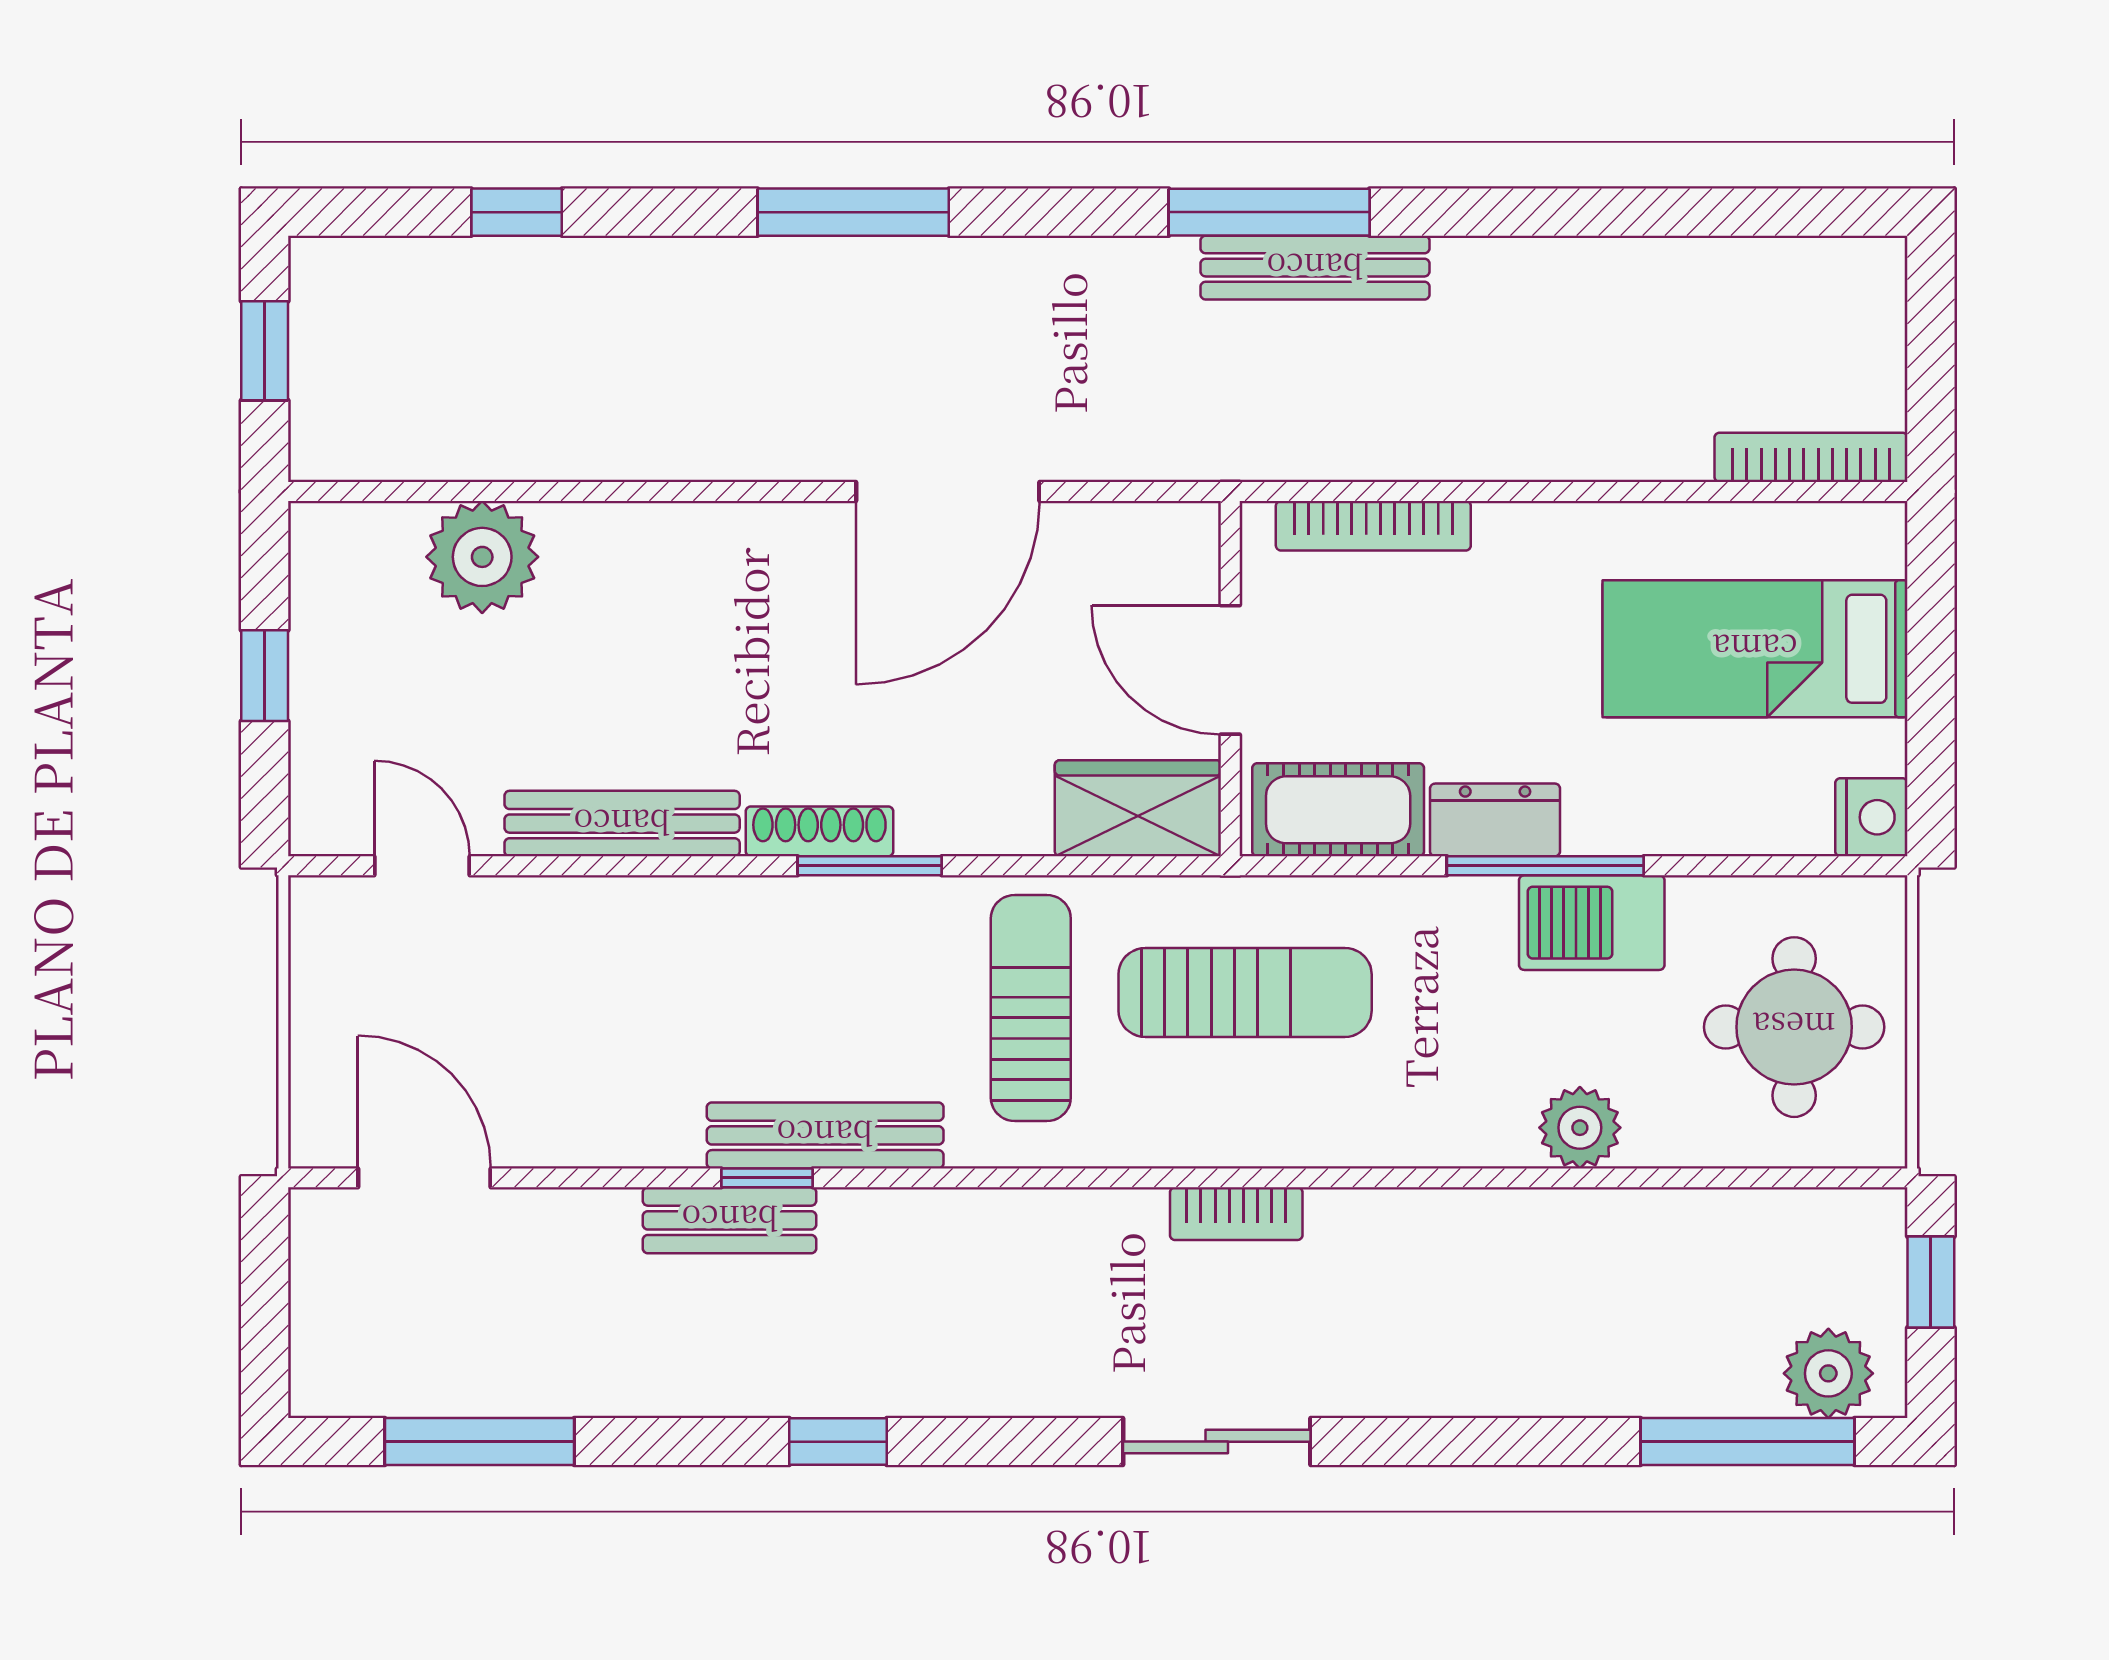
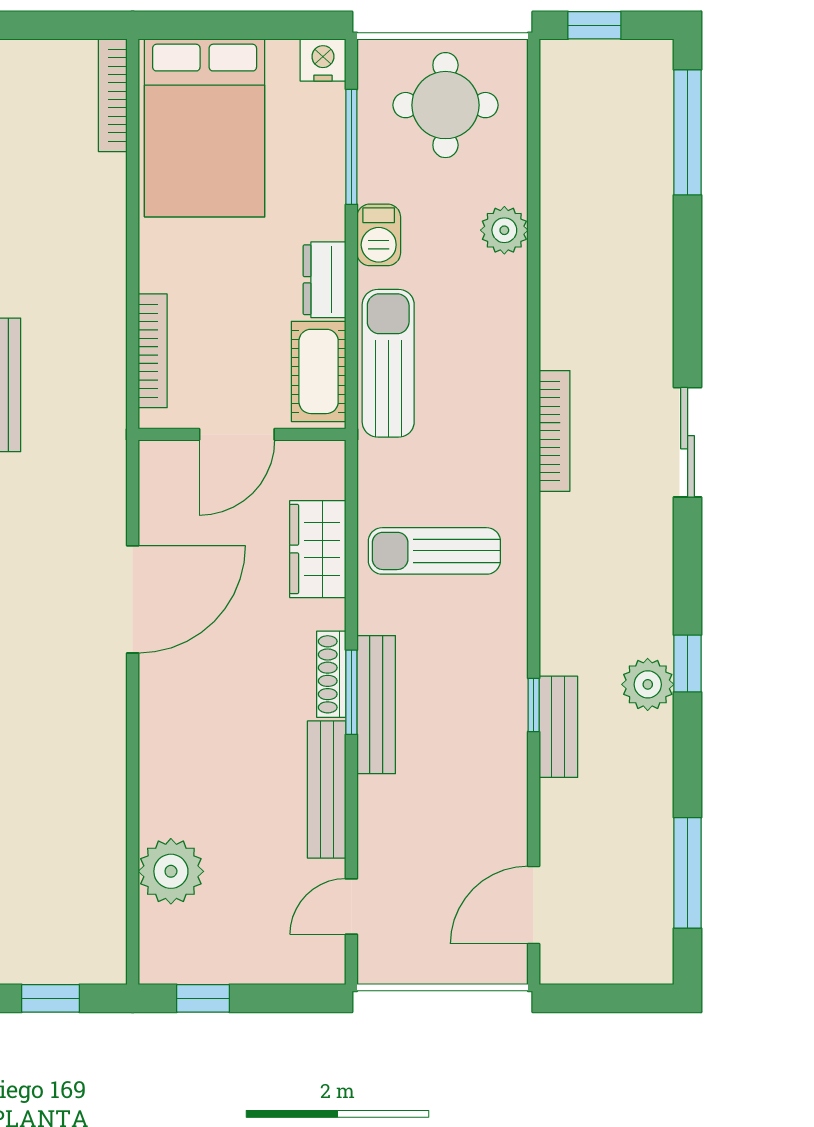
door: (948, 491) -> (133, 599), hinge flipped
bed: (1755, 649) -> (205, 128), width x1.50
window: (265, 676) -> (203, 998), moved
wardrobe: (1138, 808) -> (318, 549), moved
window: (870, 866) -> (351, 692), moved
window: (1545, 866) -> (351, 147), moved
barbecue: (1592, 923) -> (379, 235), width x0.73, depth x0.79
sun lounger: (1245, 992) -> (388, 363), moved
bench: (825, 1135) -> (376, 705), moved
bookcase: (1236, 1214) -> (554, 431), width x1.56
plant: (1828, 1373) -> (648, 684), moved

